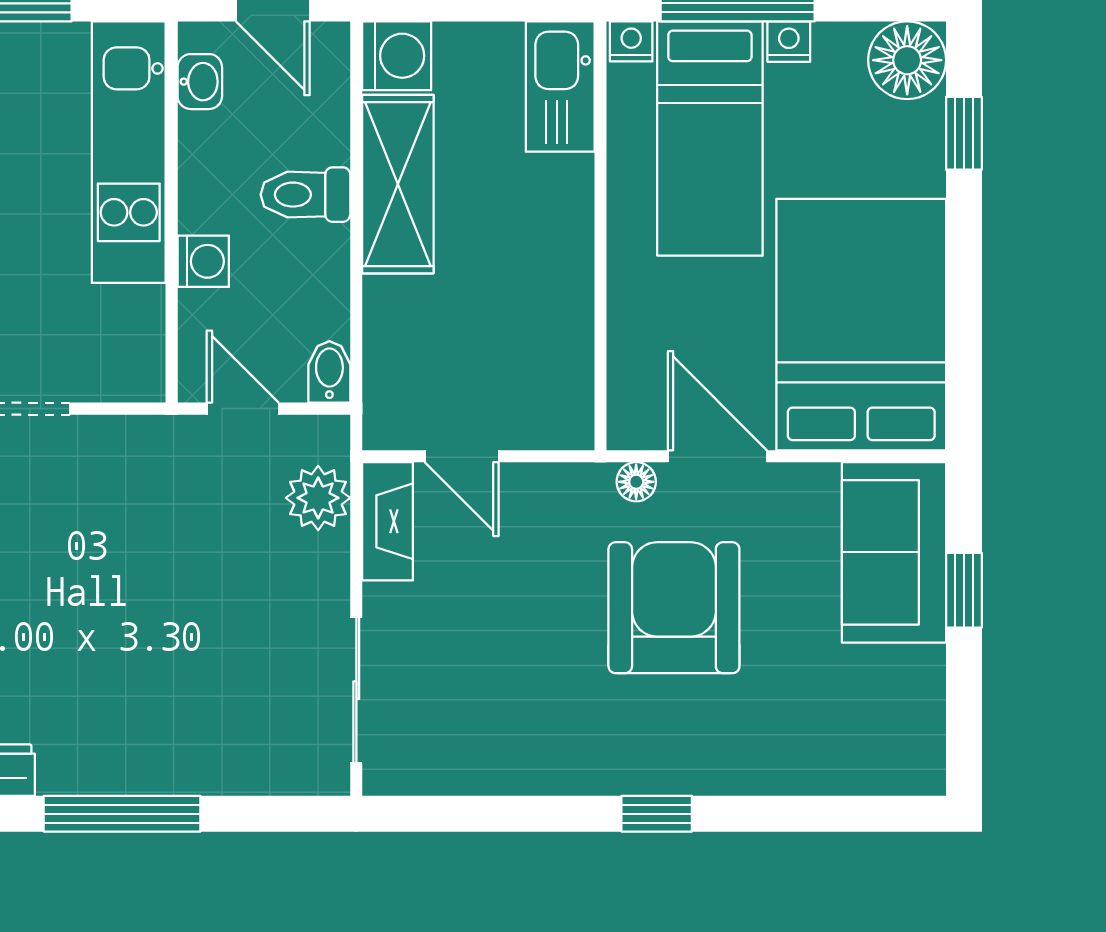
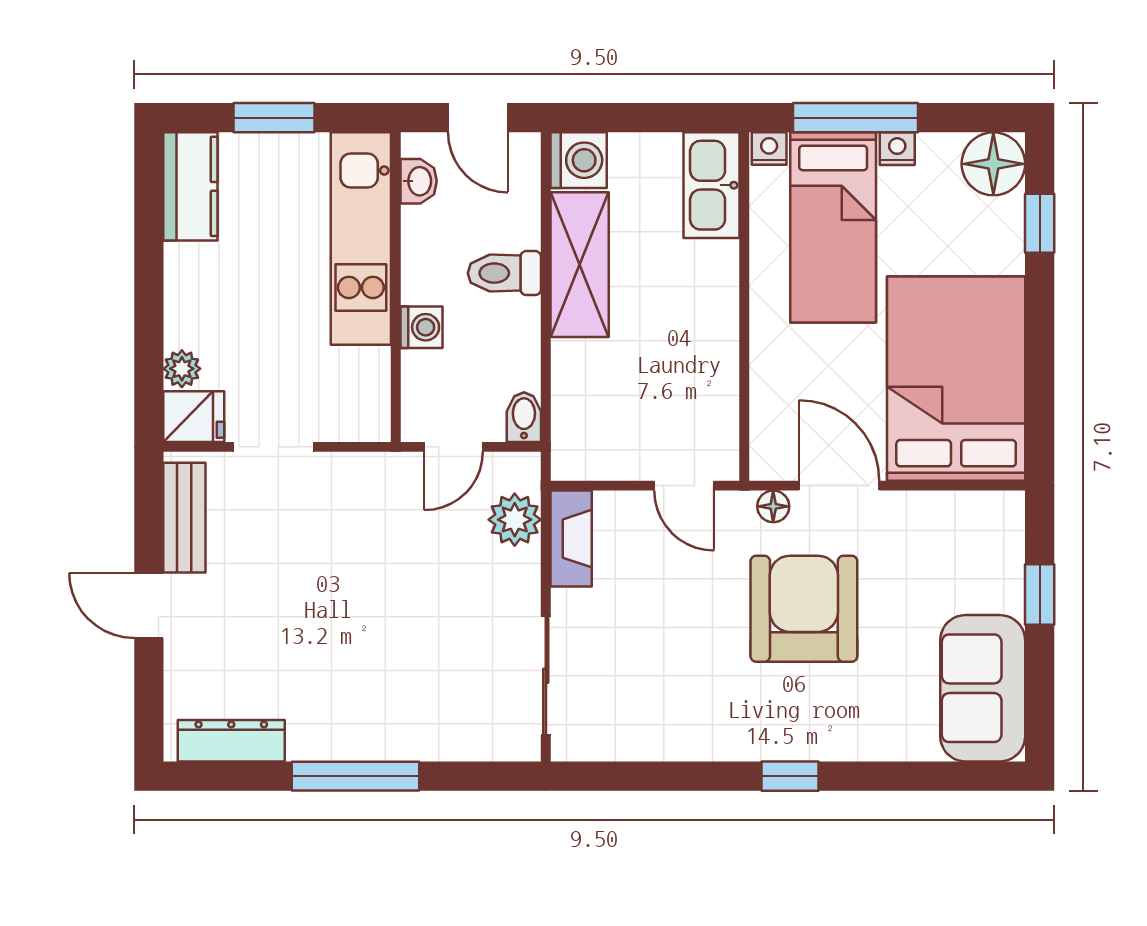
door: (243, 409) -> (453, 447), swing flipped
door: (462, 456) -> (684, 486), moved
sofa: (894, 552) -> (983, 688), moved

